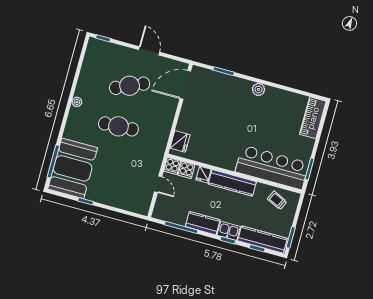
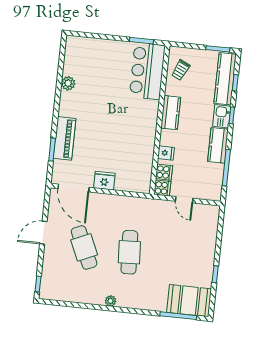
plant: (258, 89) -> (68, 83), moved
piano: (313, 118) -> (64, 138), moved, turned -90
fridge: (180, 141) -> (104, 181), moved
bar counter: (272, 167) -> (147, 71), width x0.73
booth: (73, 168) -> (189, 301), width x0.73, depth x0.70
kitchen counter: (232, 183) -> (171, 113), width x0.67
door: (158, 184) -> (184, 200), swing flipped

